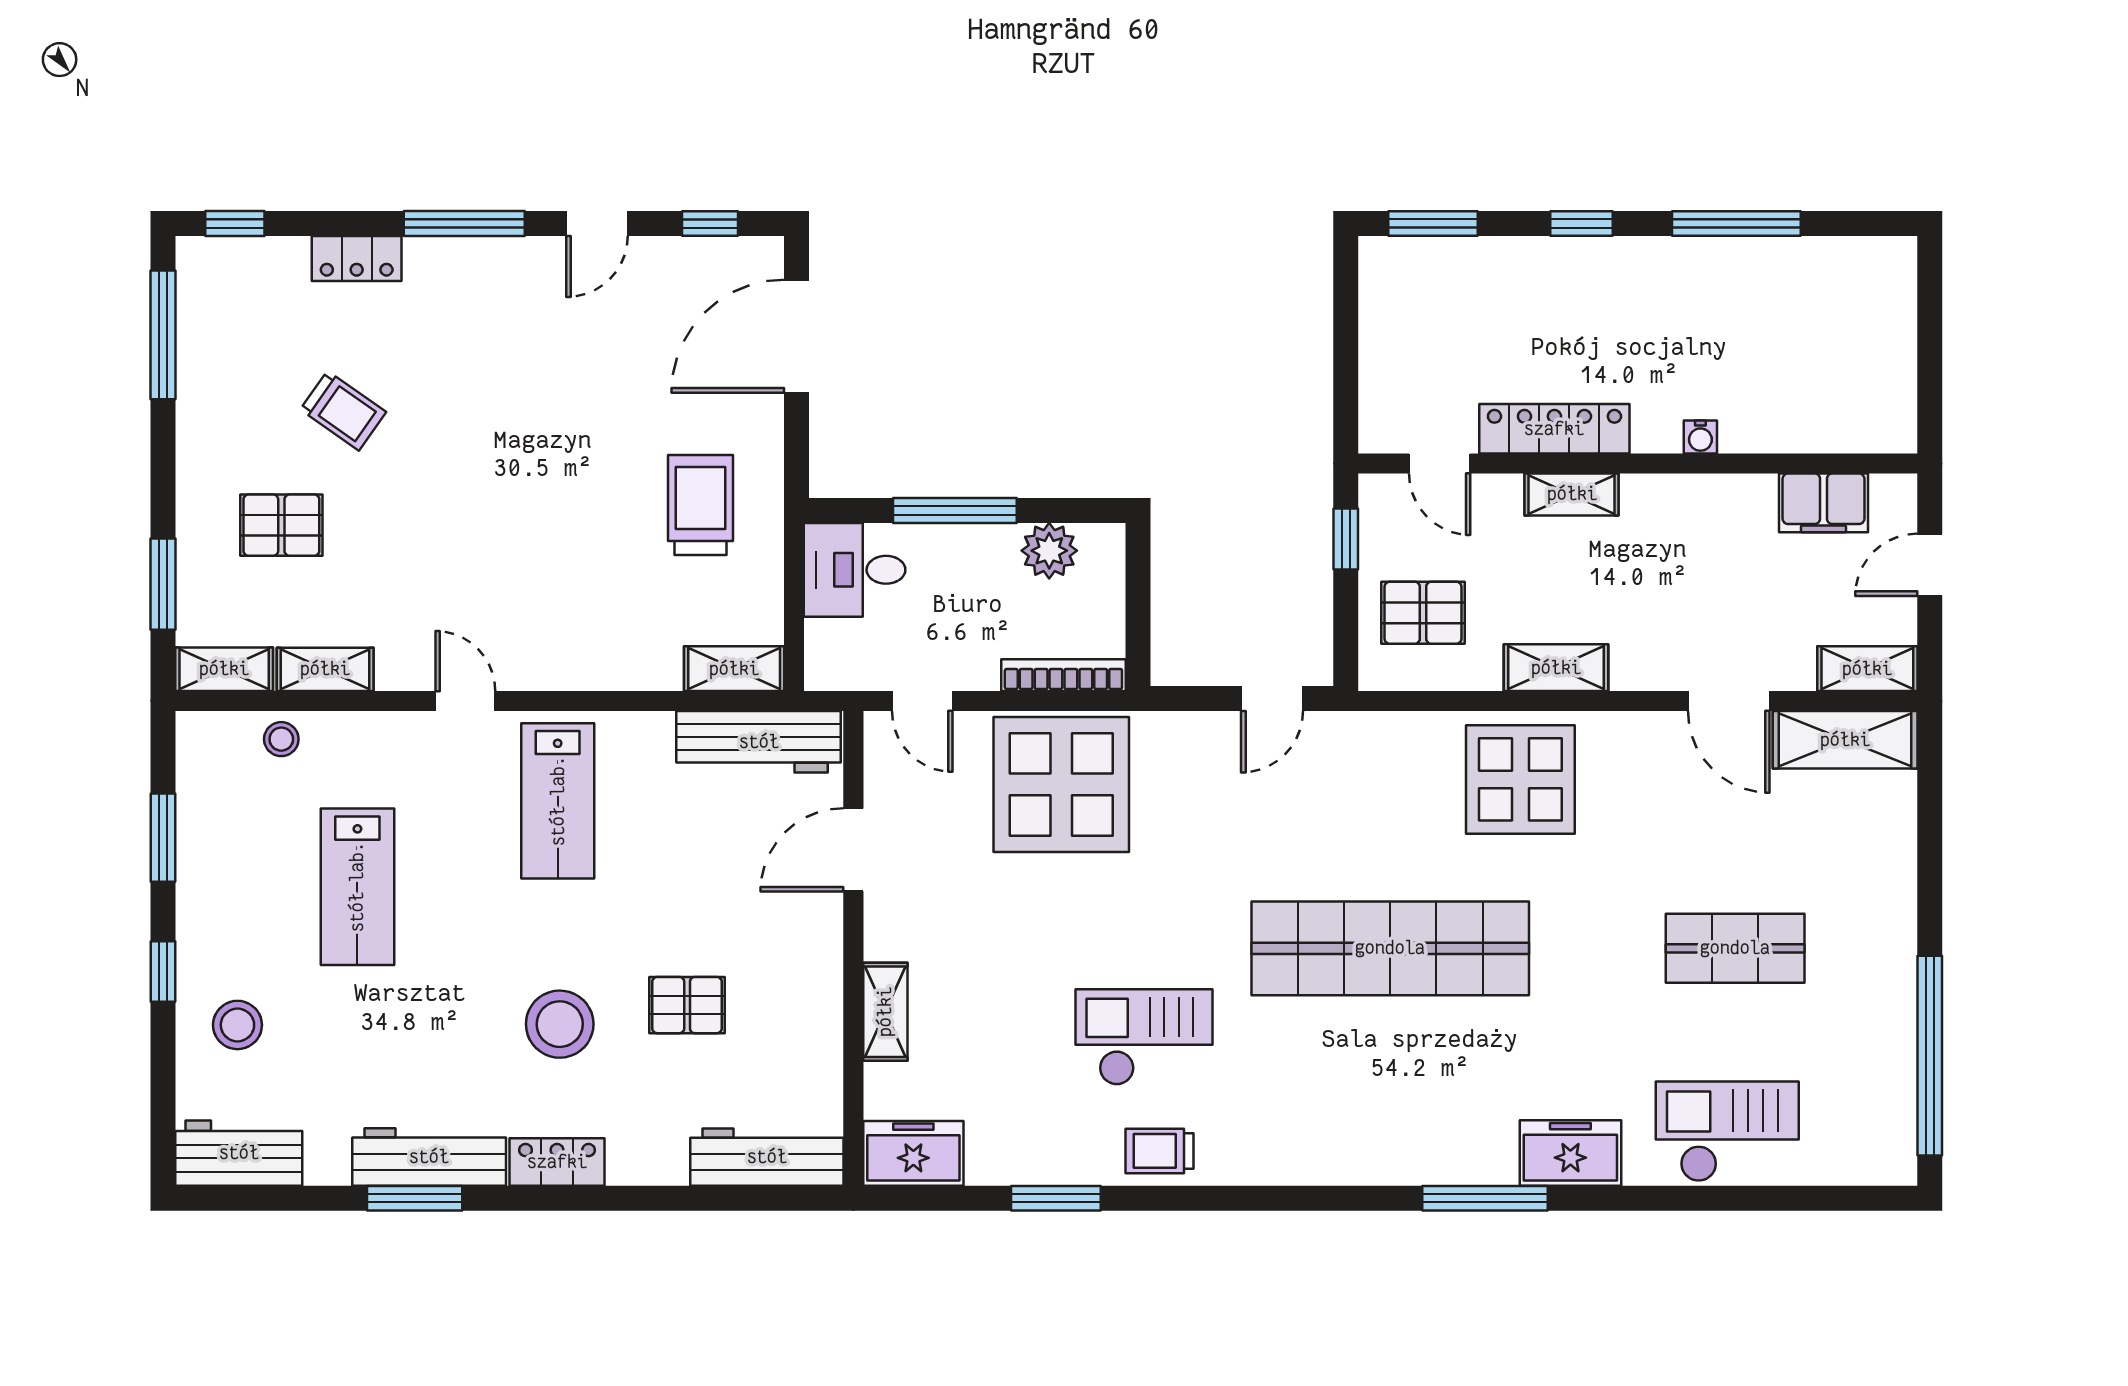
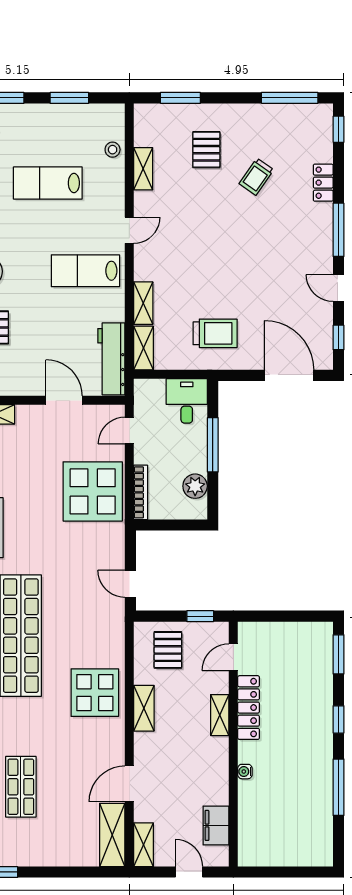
shelving: (224, 669) -> (143, 303), moved

